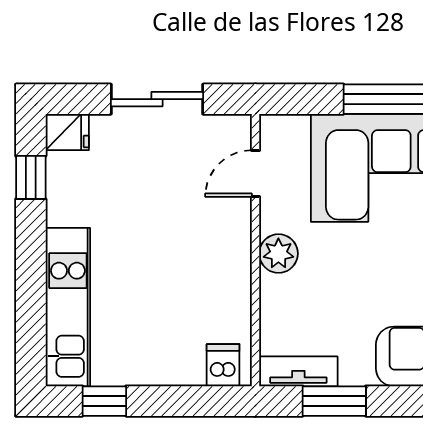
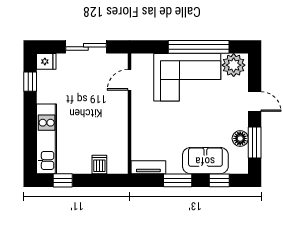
plant: (278, 254) -> (140, 115), removed
dishwasher: (223, 365) -> (99, 164), moved
window: (334, 401) -> (178, 180), moved

